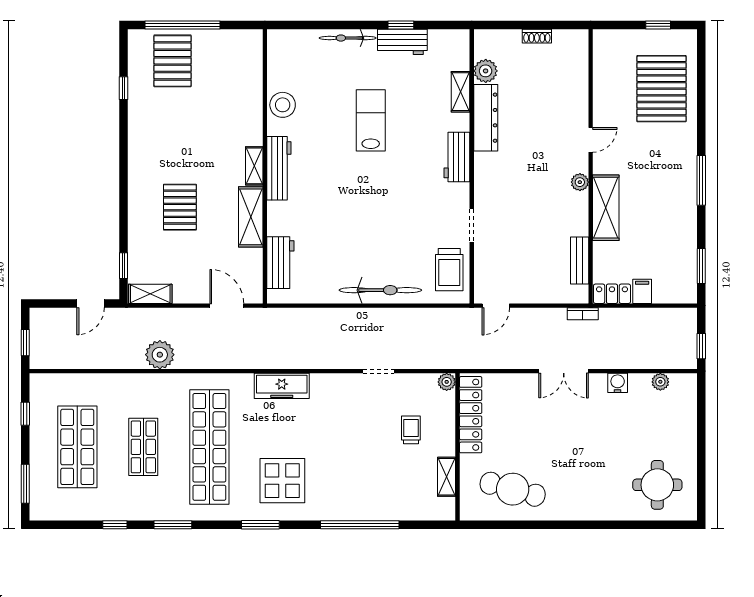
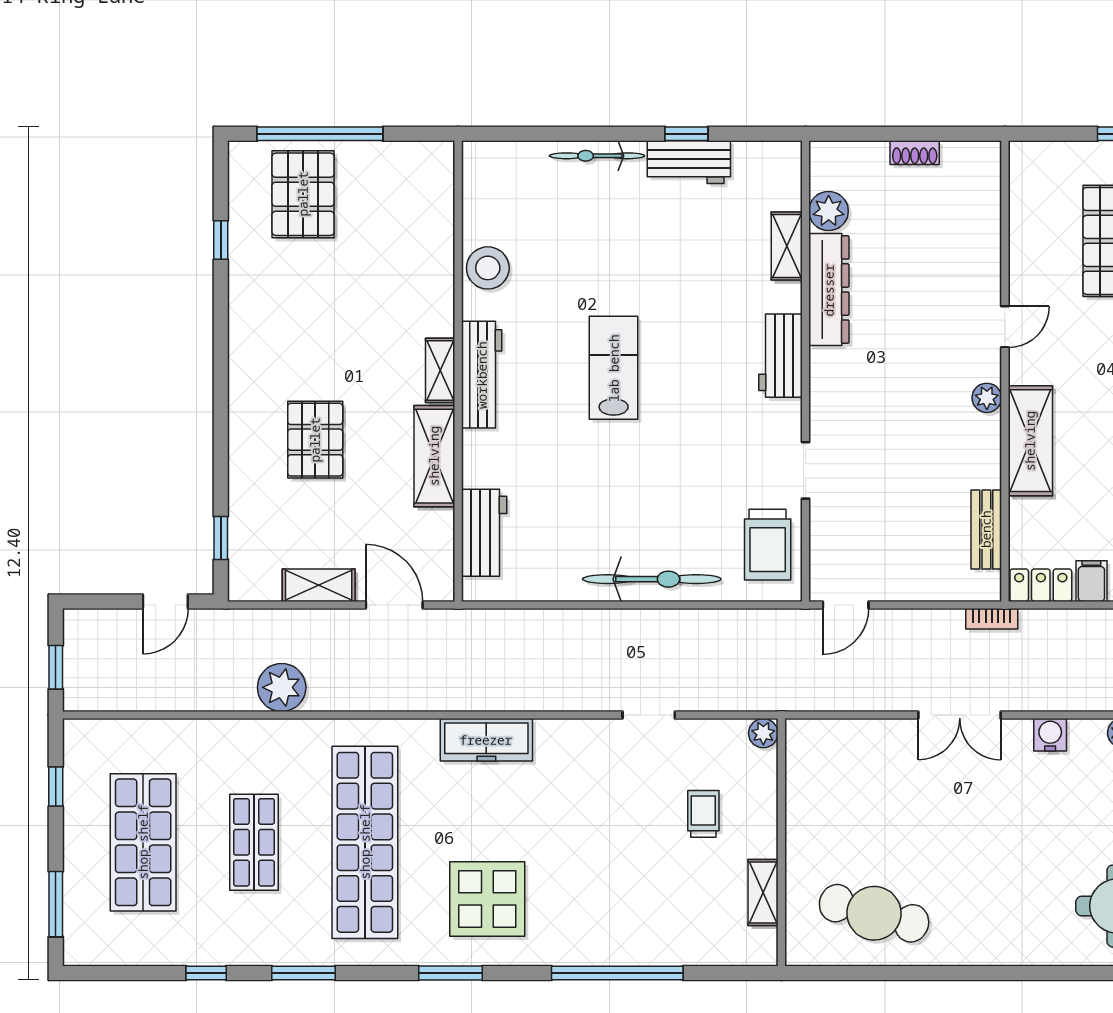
lab bench: (371, 120) -> (614, 368), moved
shelving: (150, 294) -> (319, 585), moved
locker: (471, 415) -> (803, 788), removed

